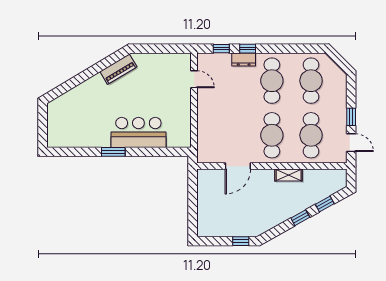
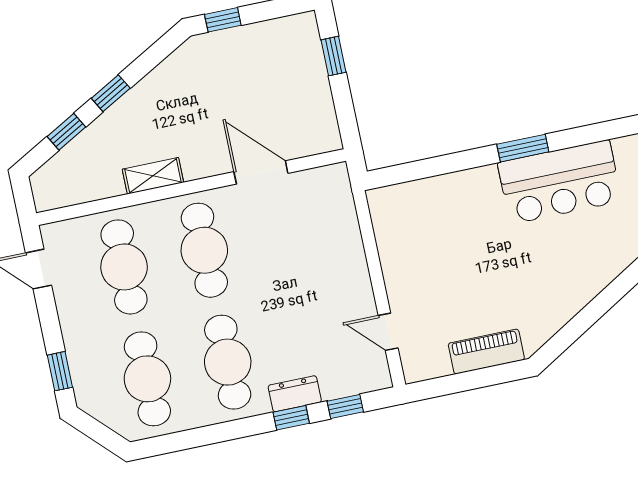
piano: (118, 69) -> (486, 352), moved, turned 31
window: (351, 117) -> (60, 371), moved
bar counter: (138, 132) -> (560, 182), moved
door: (238, 166) -> (261, 172), hinge flipped
window: (193, 213) -> (334, 56), added

